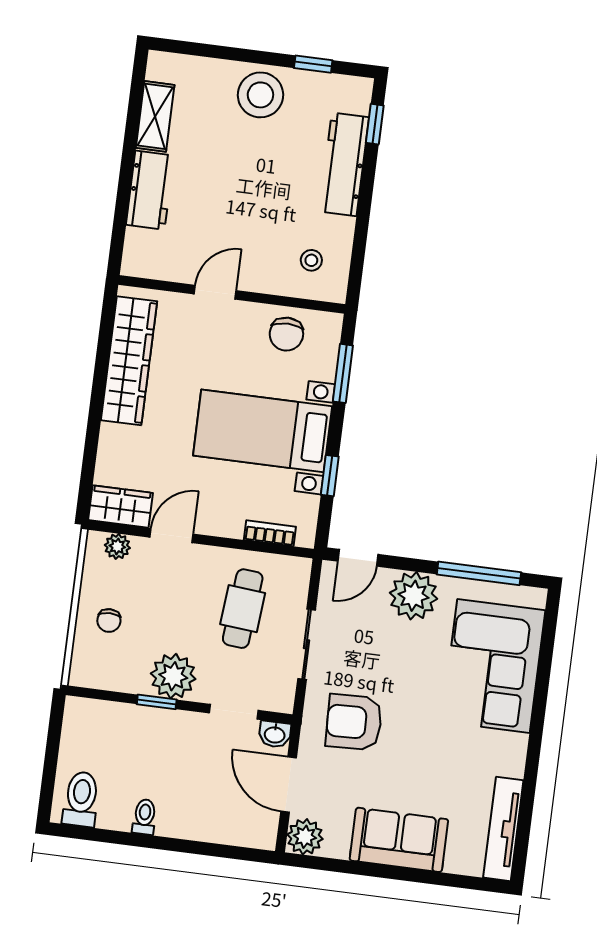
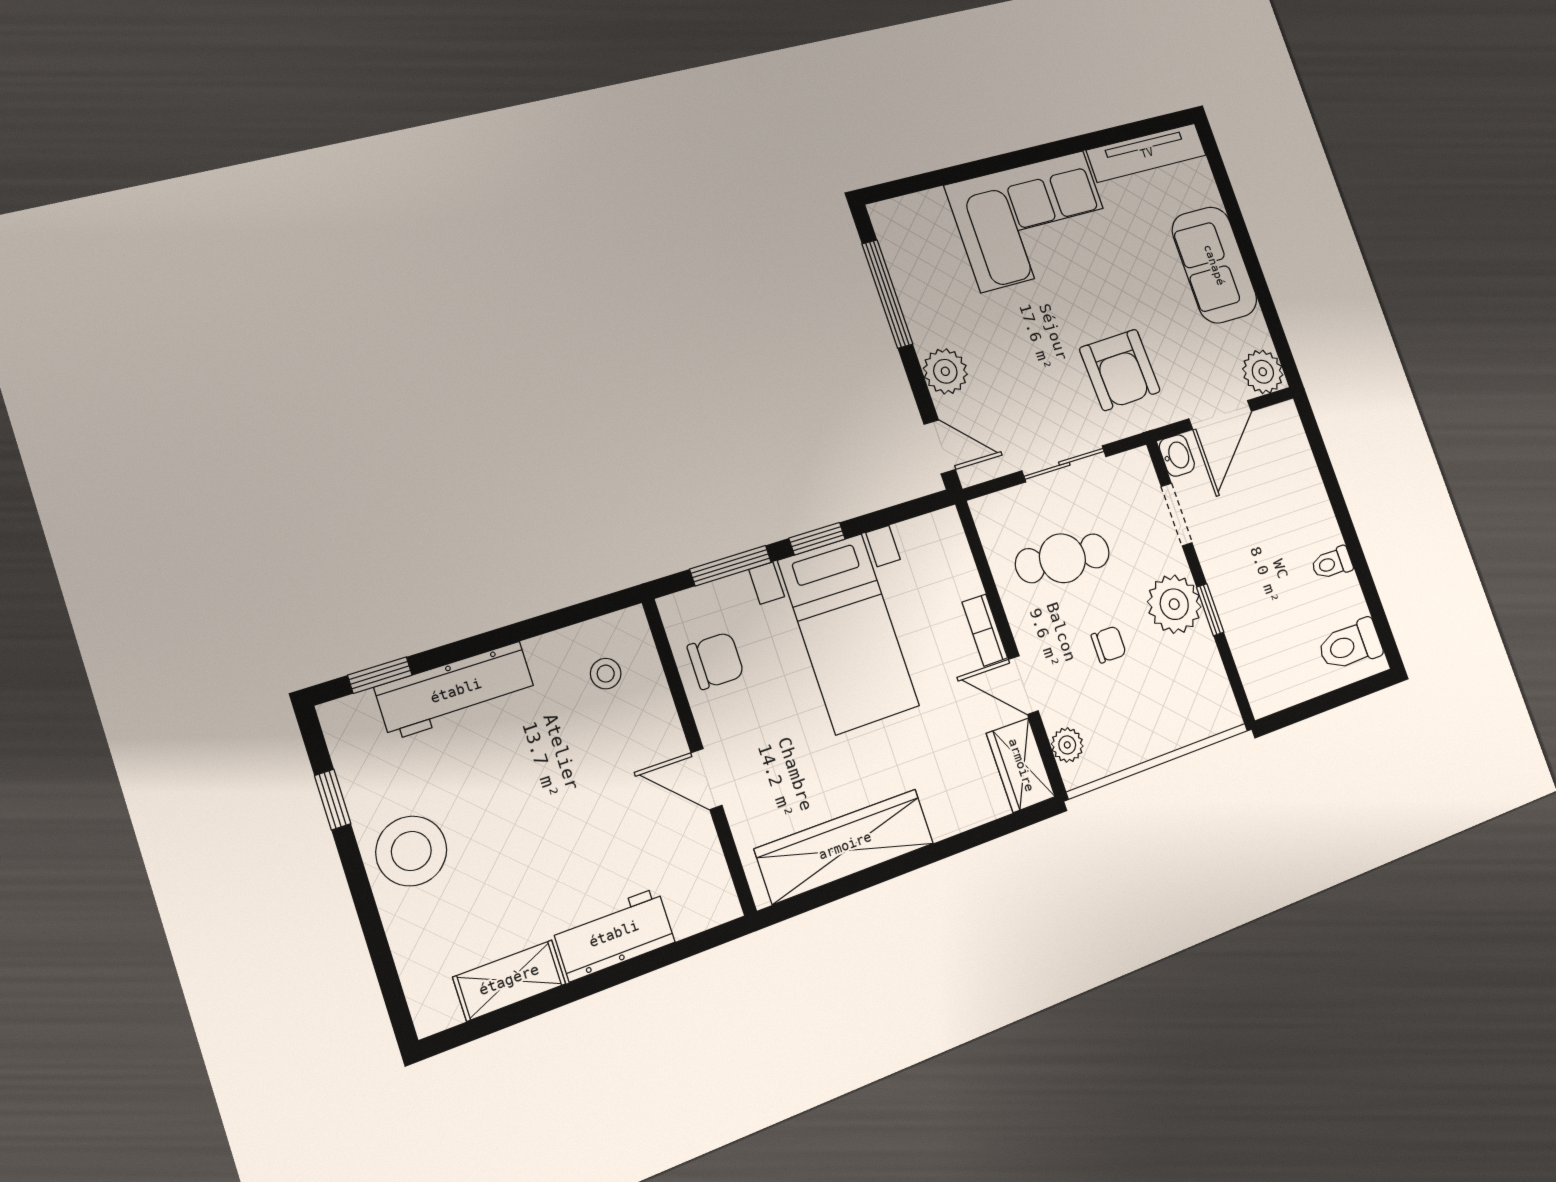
window: (330, 476) -> (817, 539), moved
bookcase: (270, 533) -> (985, 630), moved
plant: (413, 596) -> (945, 371), width x0.73, depth x0.73
chair: (109, 621) -> (1109, 644), moved
corner sofa: (493, 666) -> (1033, 221), moved

